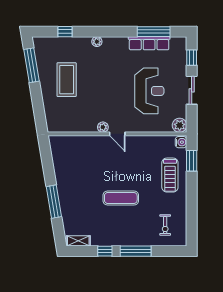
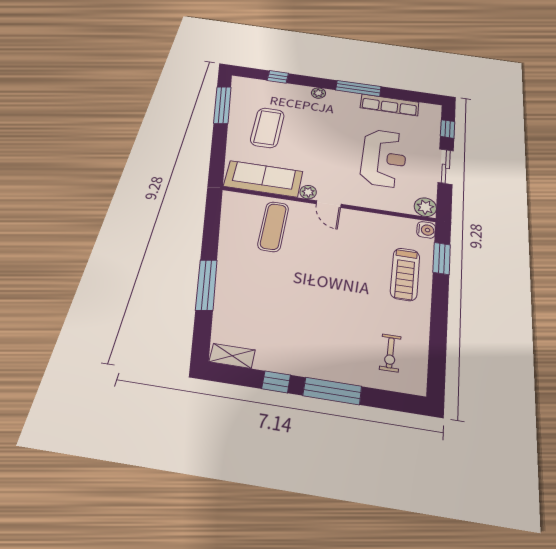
window: (154, 32) -> (358, 88), moved
sofa: (72, 122) -> (263, 179), added
exercise mat: (121, 198) -> (273, 226), moved, turned 90

